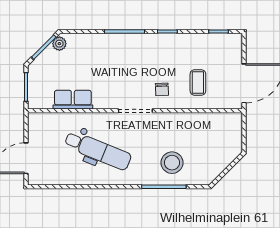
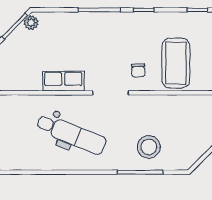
coffee table: (198, 82) -> (176, 63), width x1.86, depth x1.72
row of seats: (73, 100) -> (63, 81), moved

